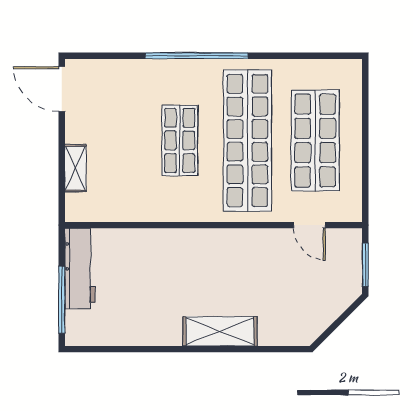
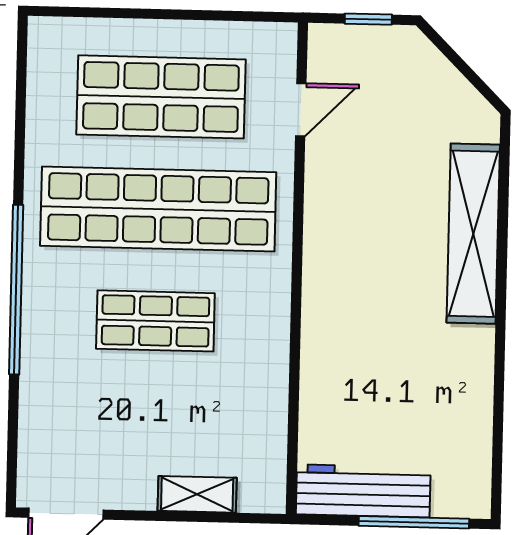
window: (365, 265) -> (368, 19), width x0.67
shelving: (220, 331) -> (473, 234), width x1.47

